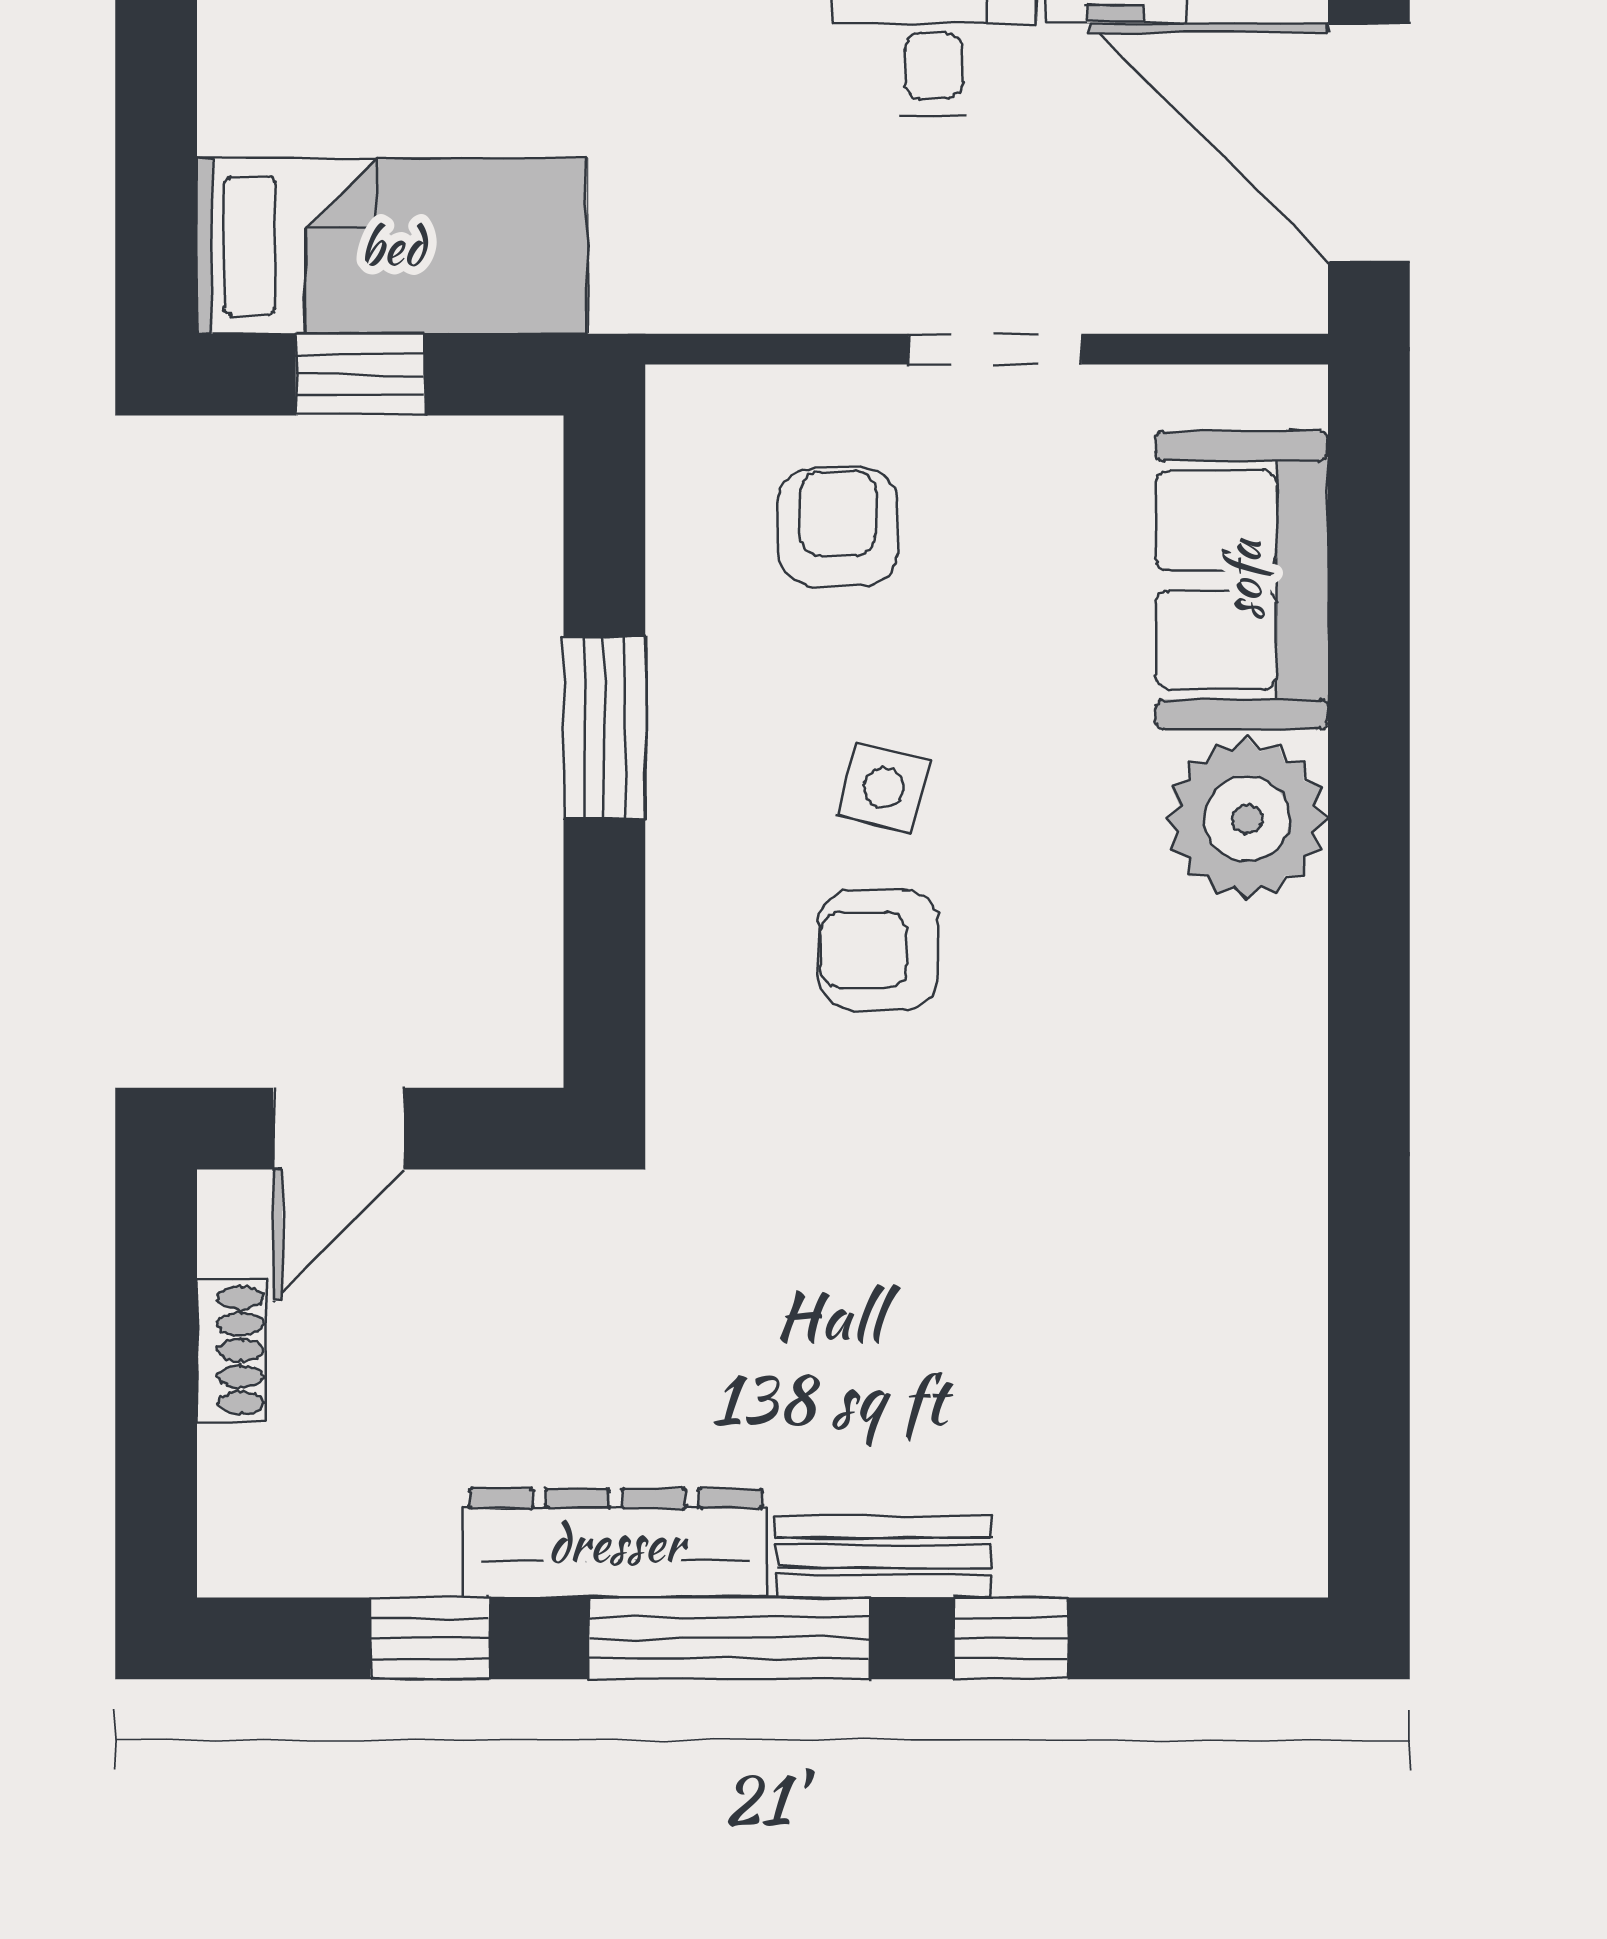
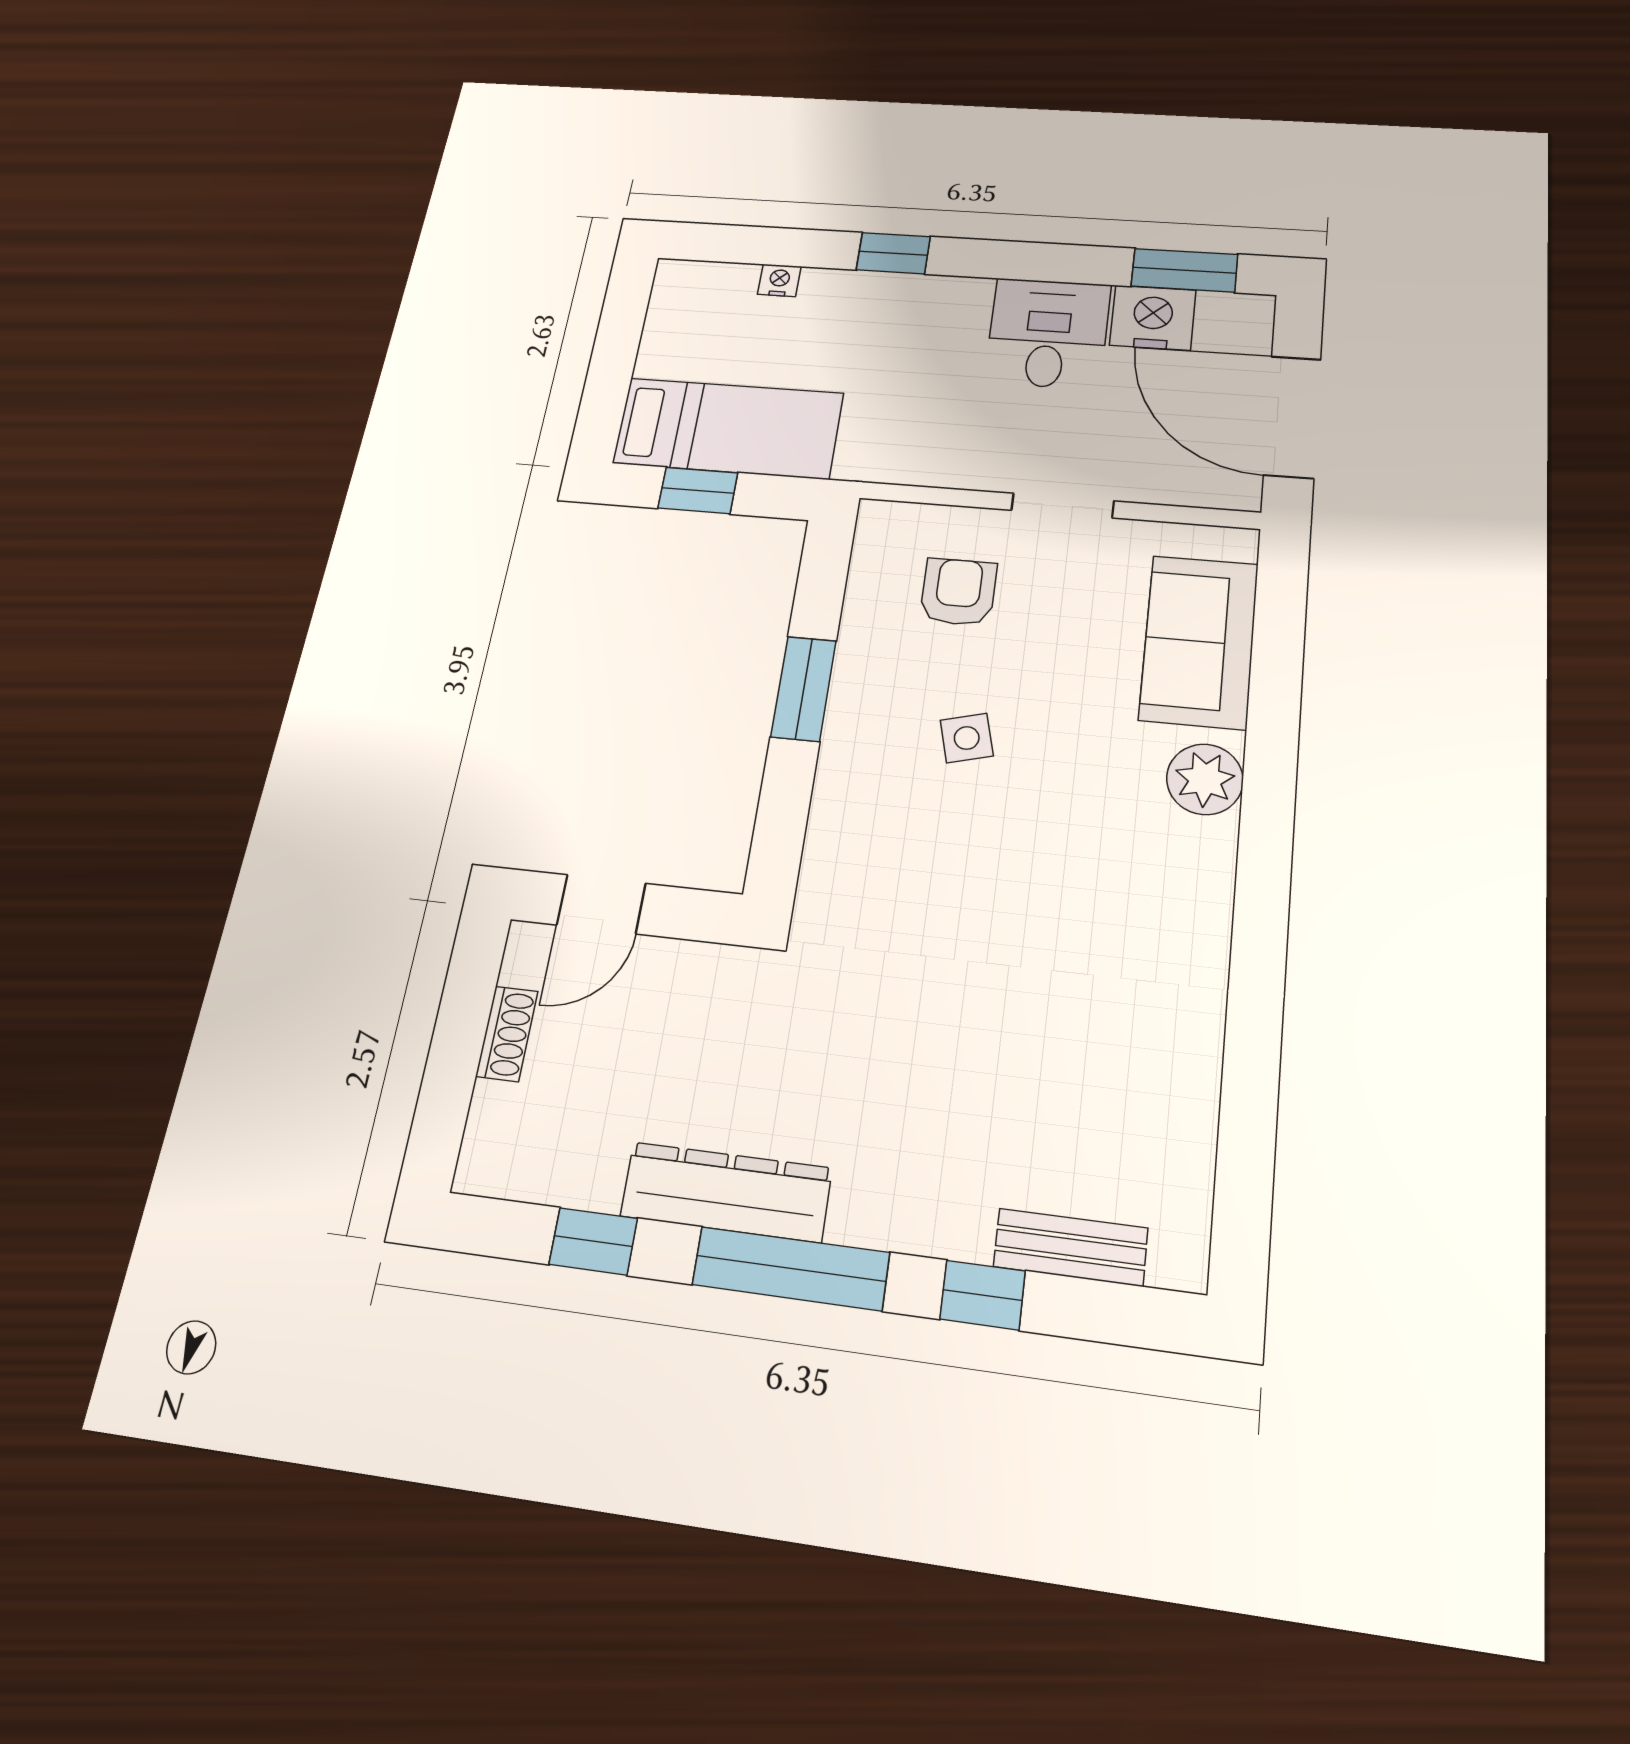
side table: (884, 787) -> (967, 738), turned -30
plant: (1247, 819) -> (1205, 779), width x0.73, depth x0.73
armchair: (878, 950) -> (951, 832), removed
bench: (884, 1556) -> (1071, 1247), moved

